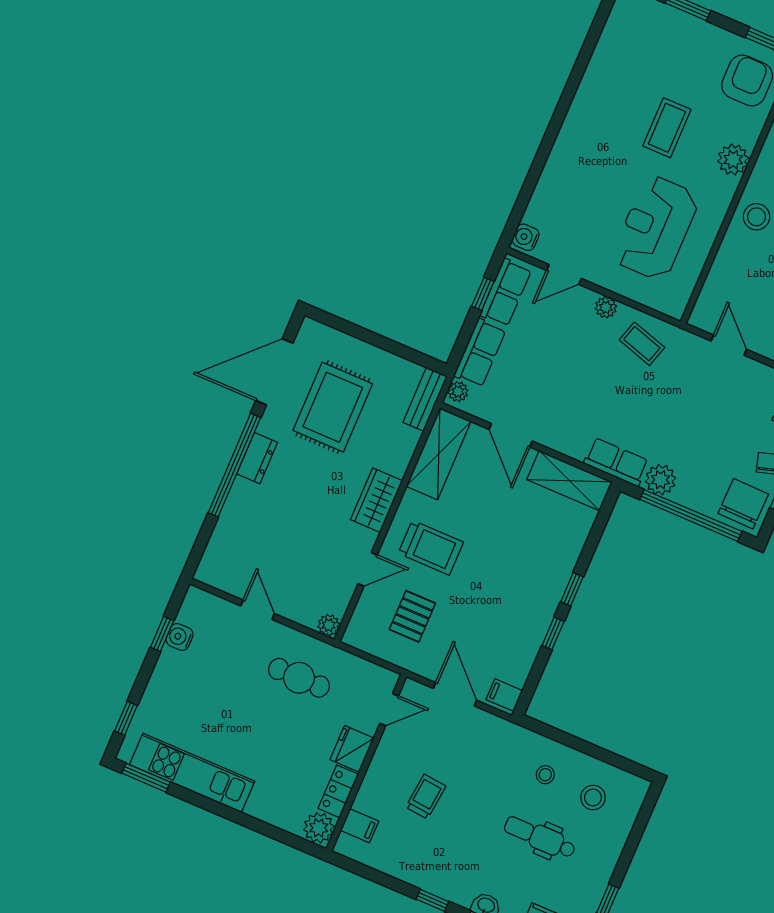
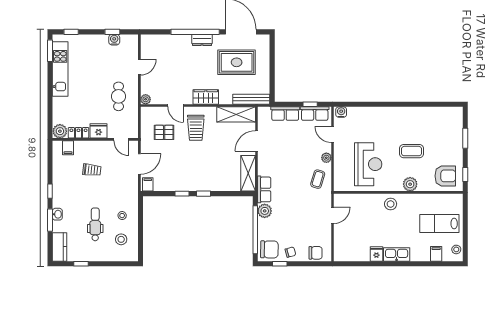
reception desk: (656, 228) -> (368, 164), turned 90
plant: (458, 392) -> (265, 111), removed
bench: (425, 399) -> (251, 99), width x1.36

